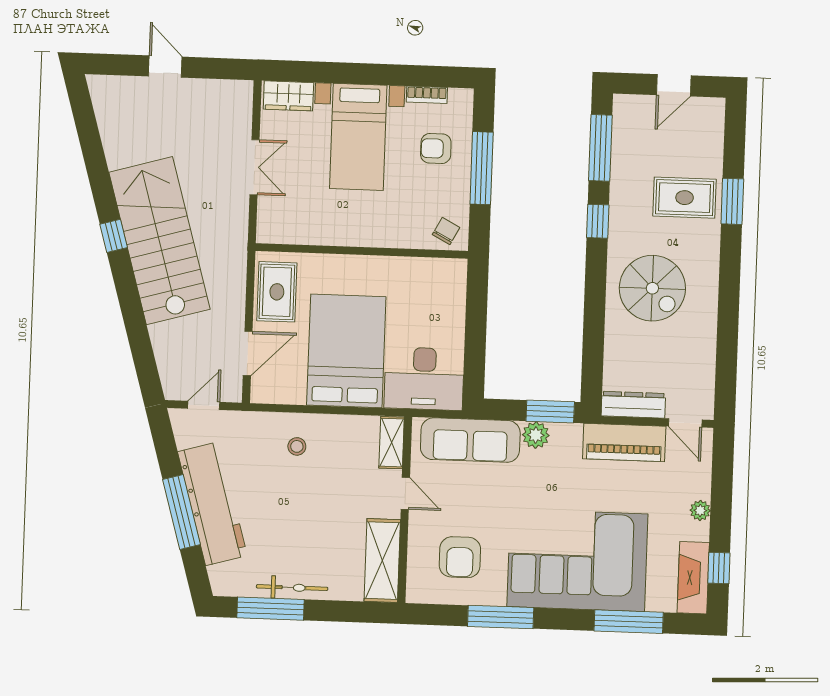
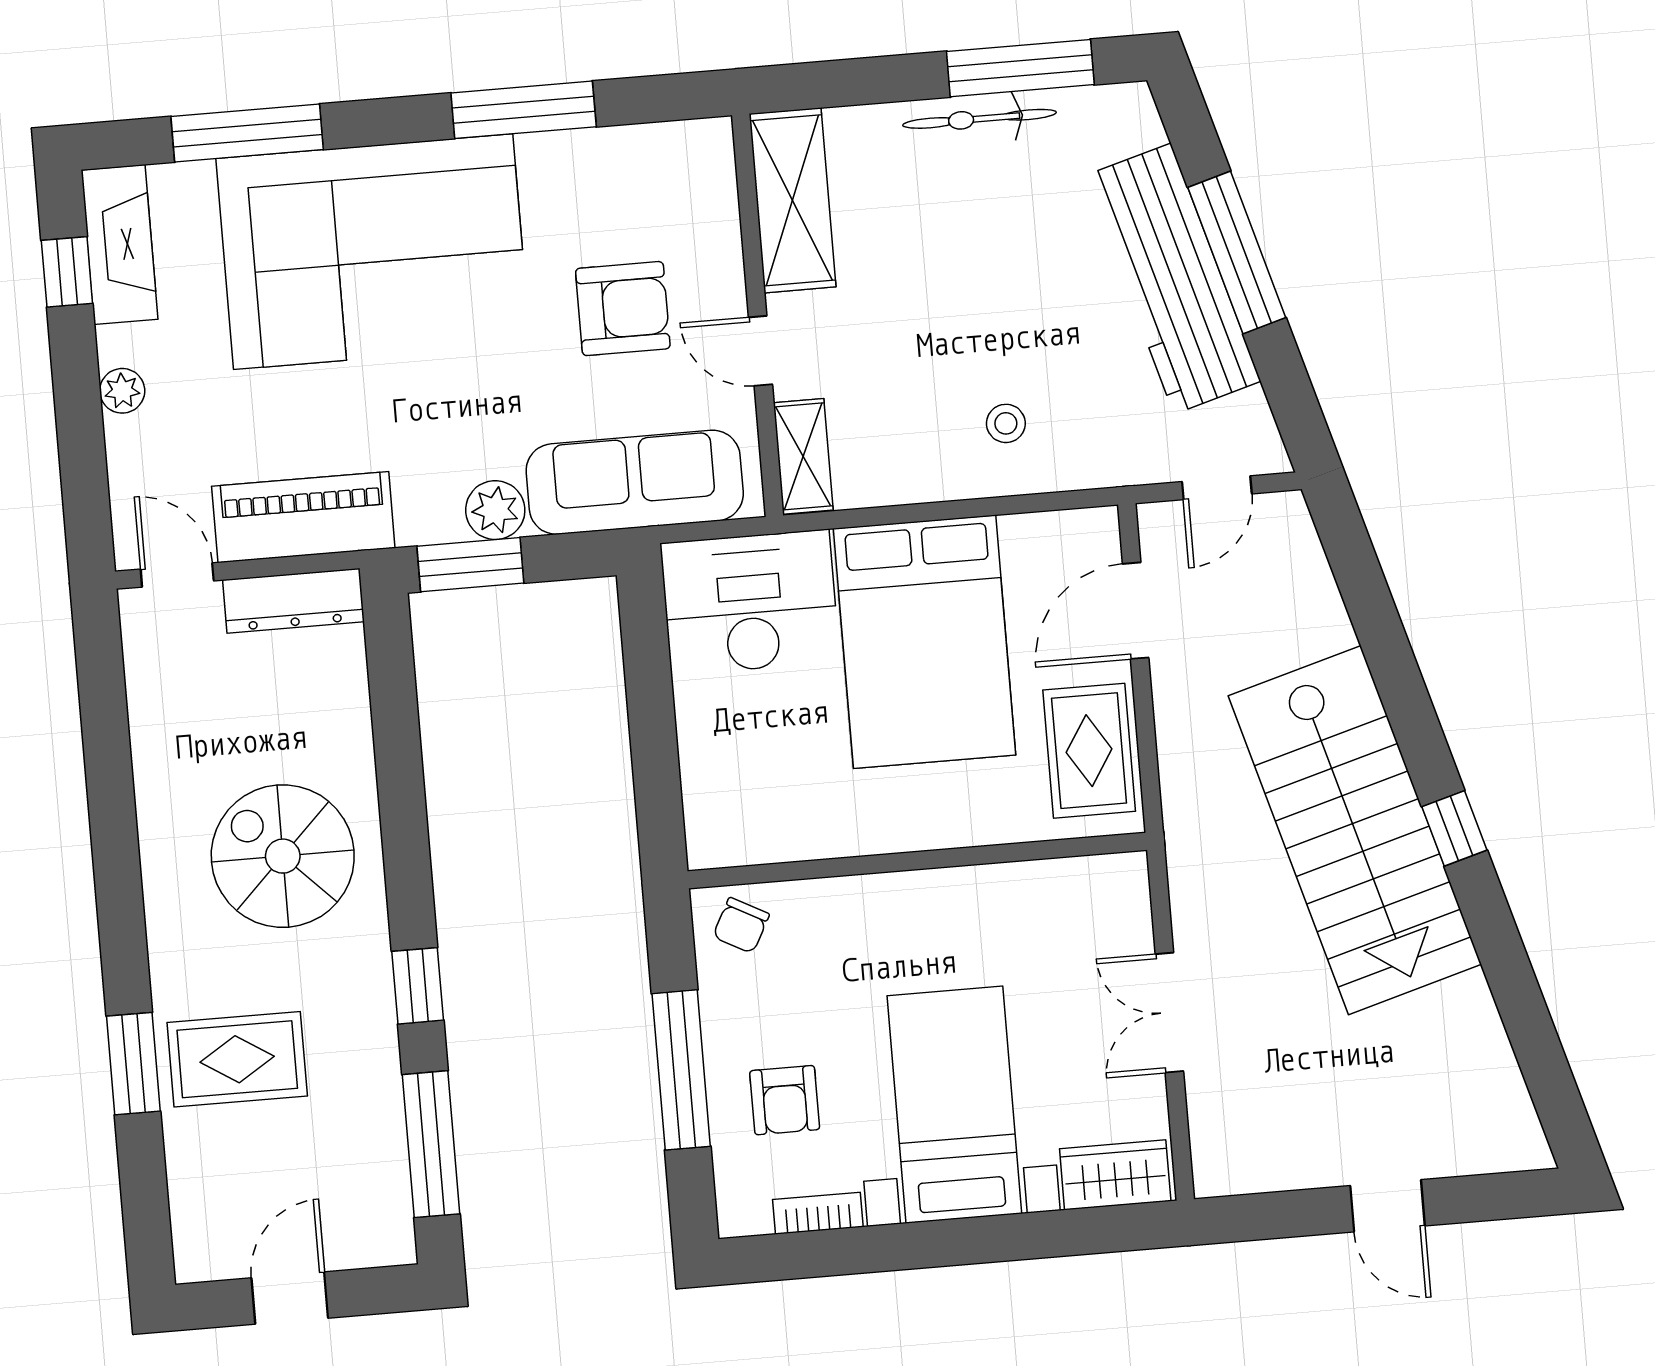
armchair: (436, 148) -> (785, 1100), turned 90
armchair: (460, 557) -> (623, 309), moved, turned 90

